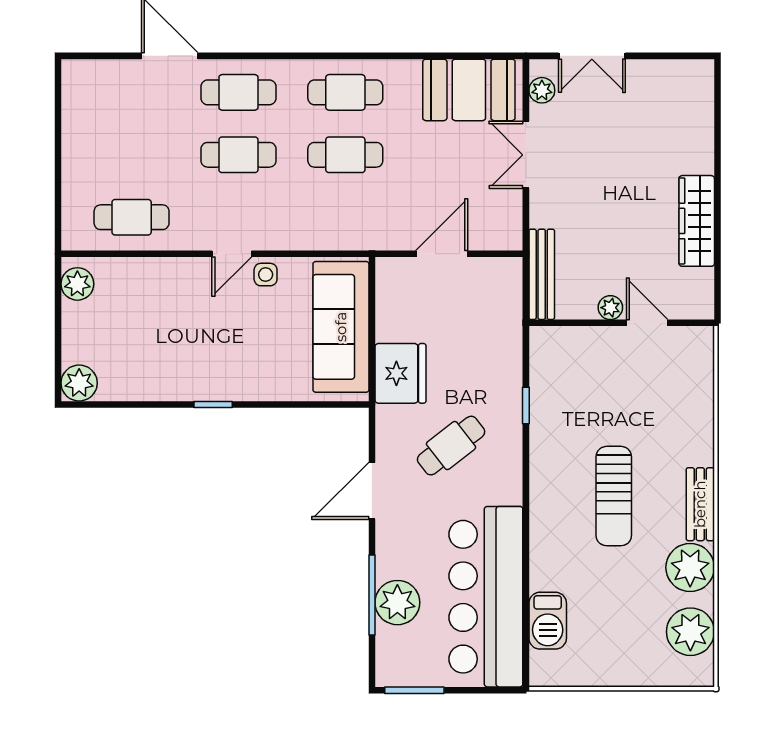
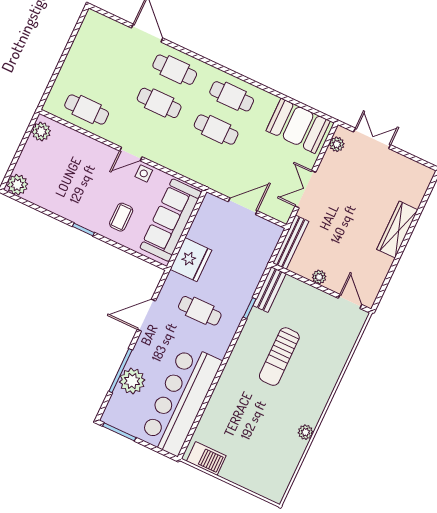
double door: (592, 56) -> (372, 138), swing flipped
double door: (526, 155) -> (305, 189), moved
wardrobe: (697, 221) -> (397, 230), moved
door: (647, 323) -> (350, 301), moved
coffee table: (262, 358) -> (121, 217), added
cafe table: (451, 446) -> (200, 311), turned 38
sun lounger: (614, 496) -> (279, 357), moved
bench: (700, 504) -> (269, 290), moved
plant: (690, 568) -> (306, 432), width x0.53, depth x0.53
barbecue: (548, 621) -> (206, 459), moved, turned -90
plant: (690, 632) -> (281, 470), removed

